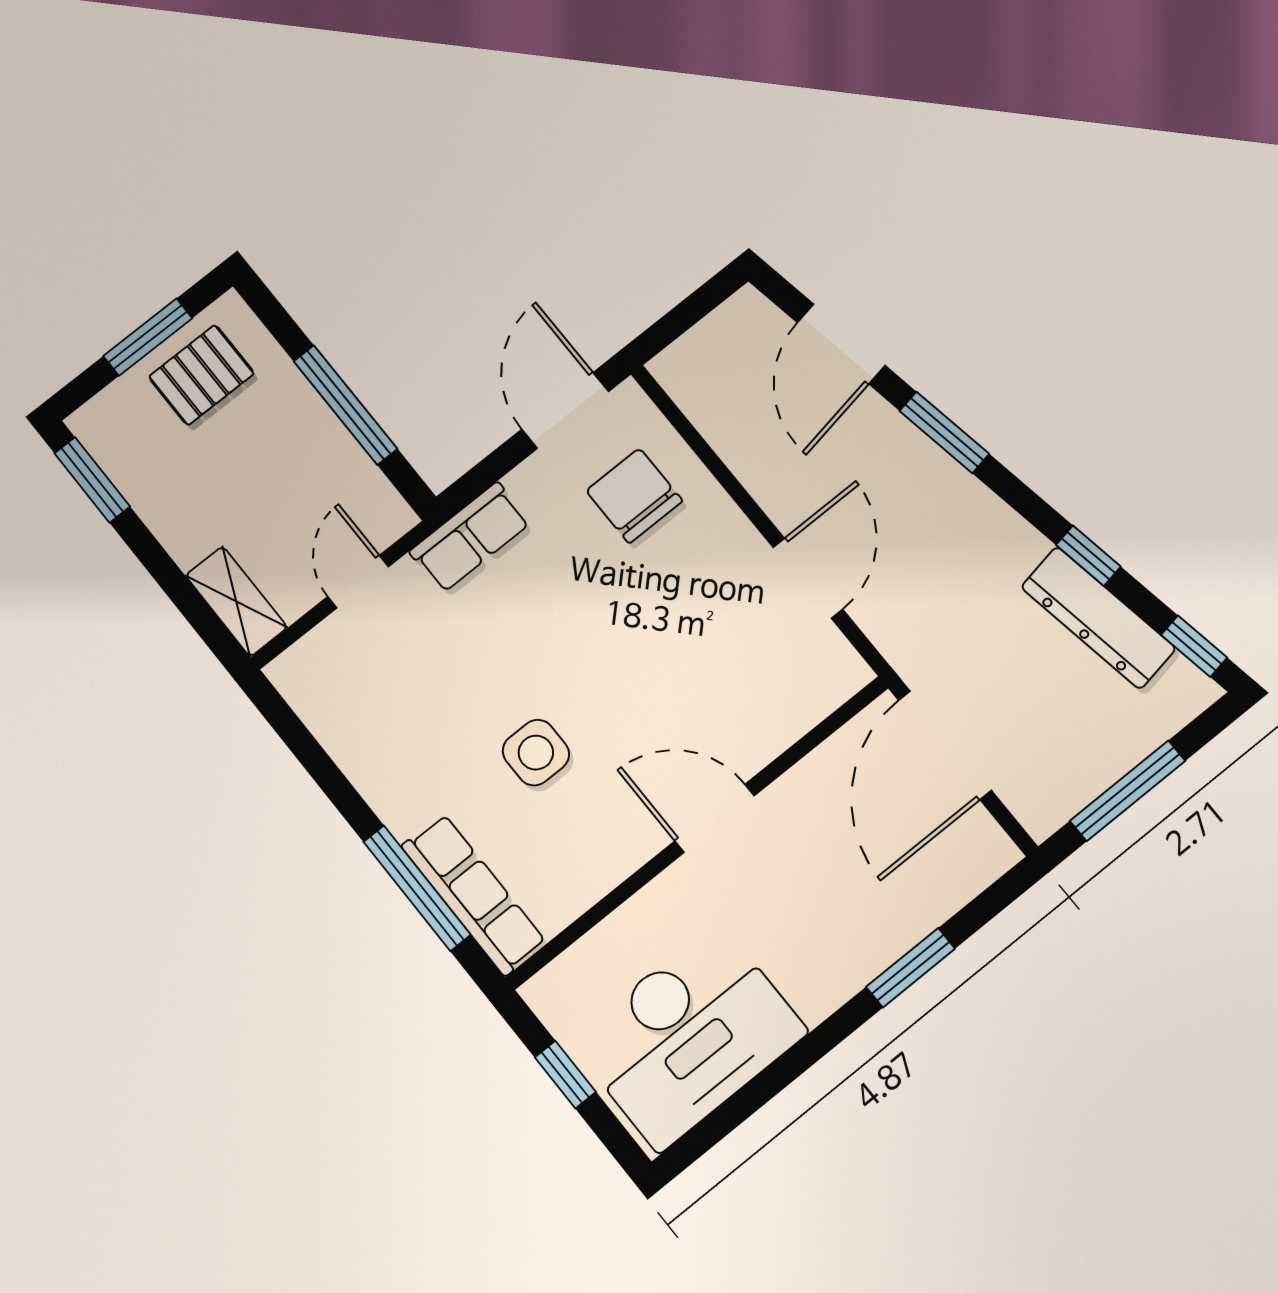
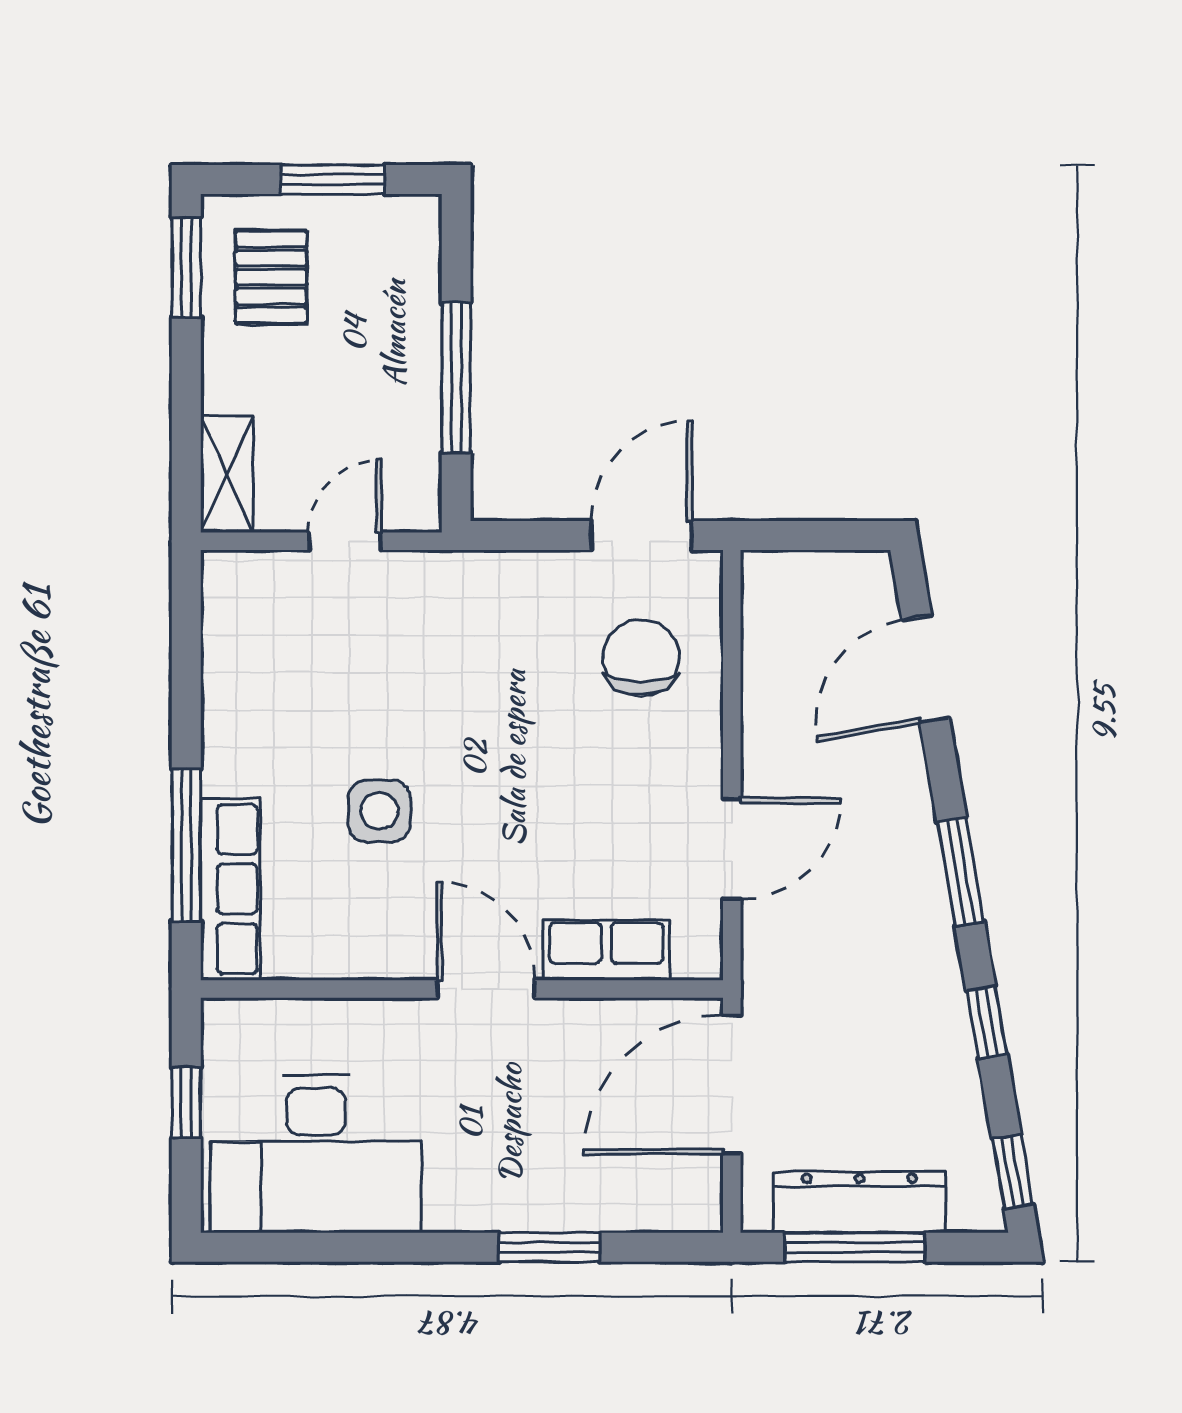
pallet: (201, 375) -> (271, 277), moved, turned 90
window: (944, 432) -> (961, 872), moved
row of seats: (470, 537) -> (606, 950), moved, turned 180
dresser: (1098, 618) -> (859, 1202), moved, turned 100

